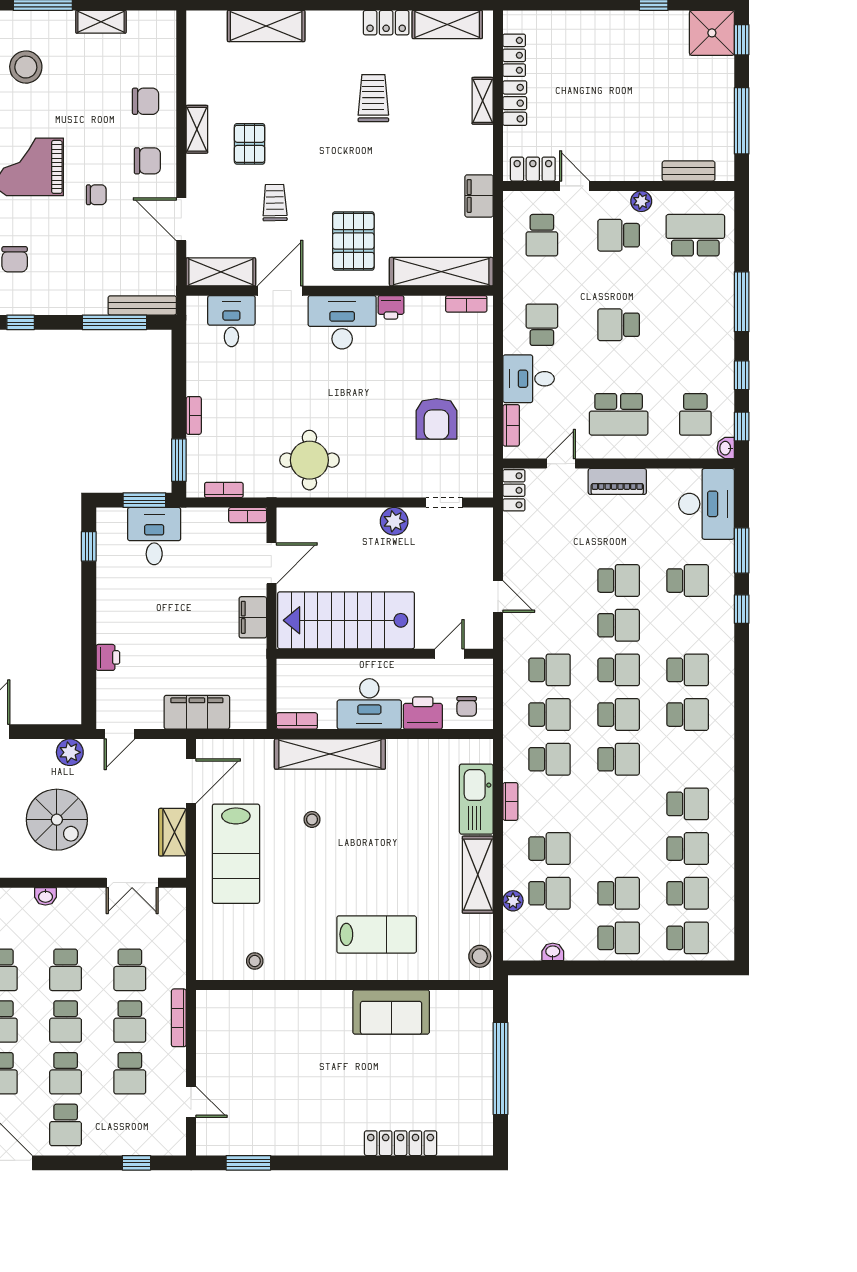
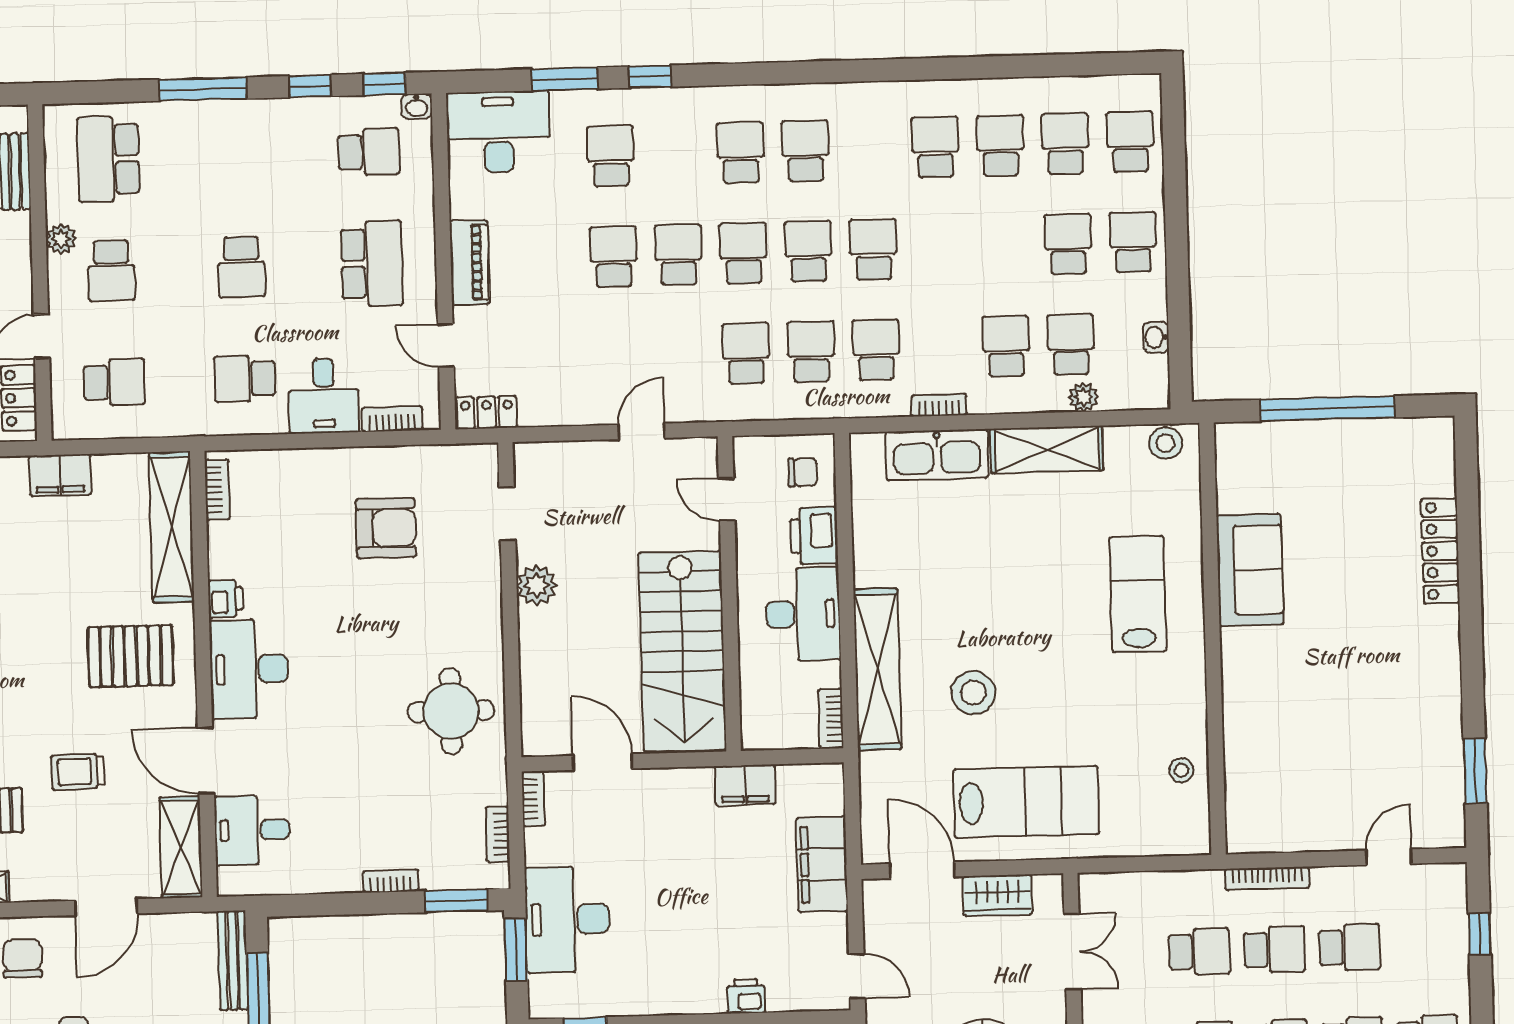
desk: (154, 536) -> (567, 919), width x1.37
filing cabinet: (253, 617) -> (745, 785), moved
stool: (312, 819) -> (973, 693), width x1.89, depth x1.89

